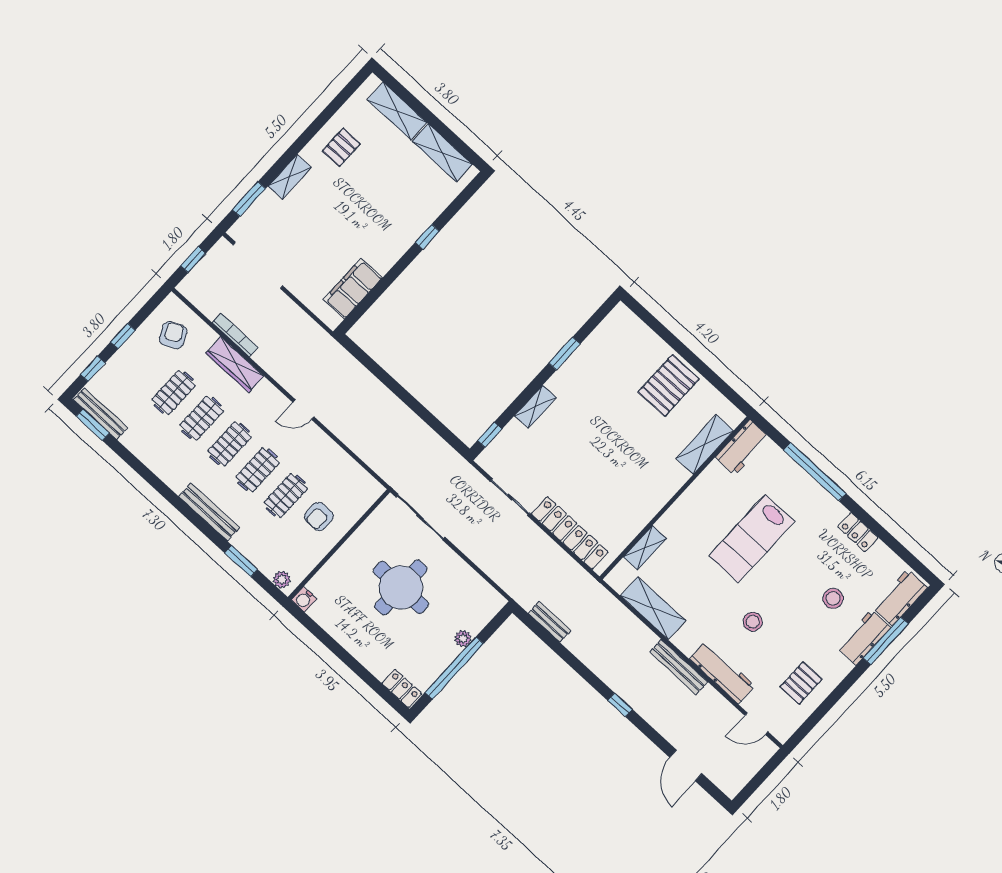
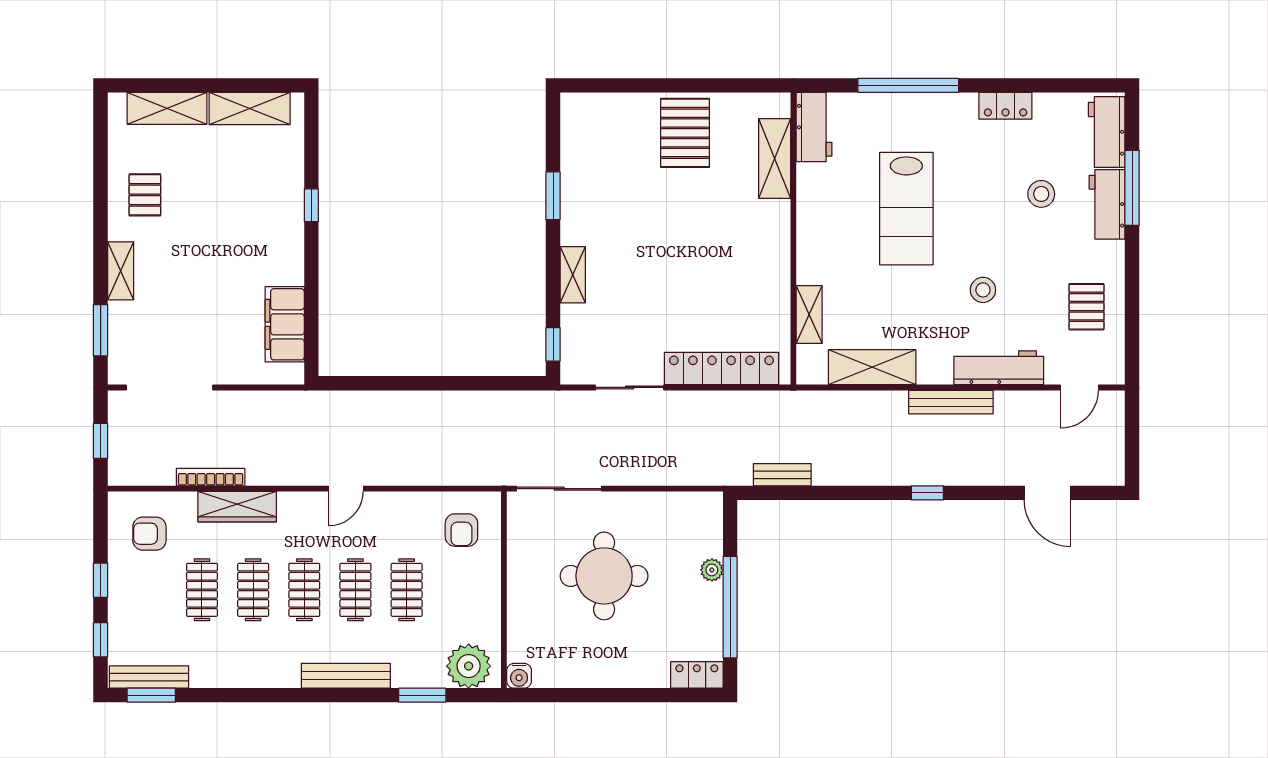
armchair: (173, 335) -> (149, 534), turned -64
armchair: (319, 517) -> (461, 530), moved
plant: (282, 579) -> (469, 666), width x1.87, depth x1.87

